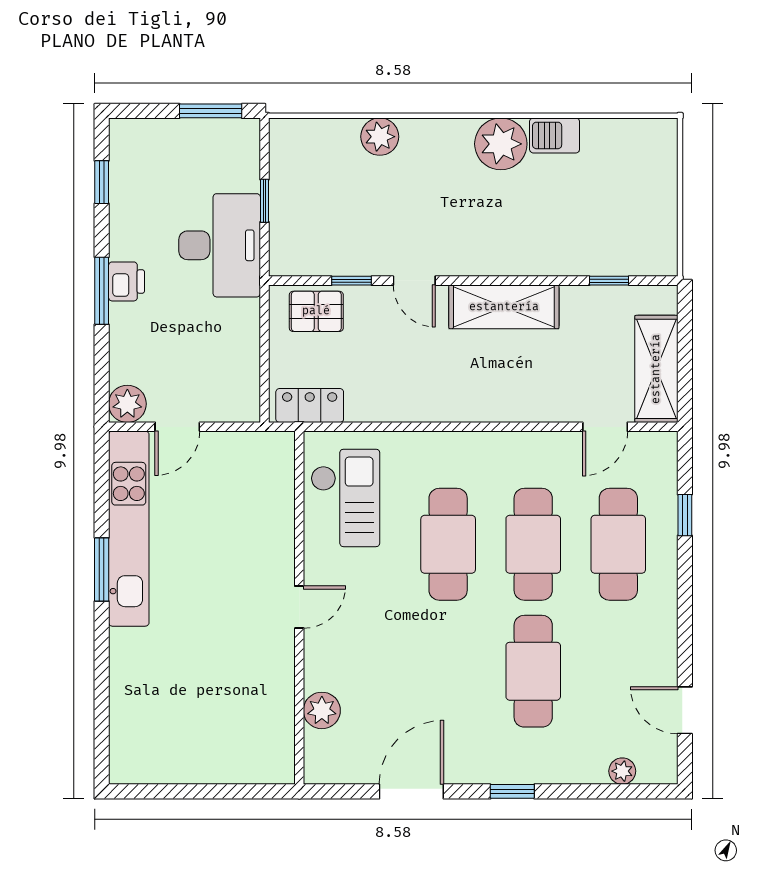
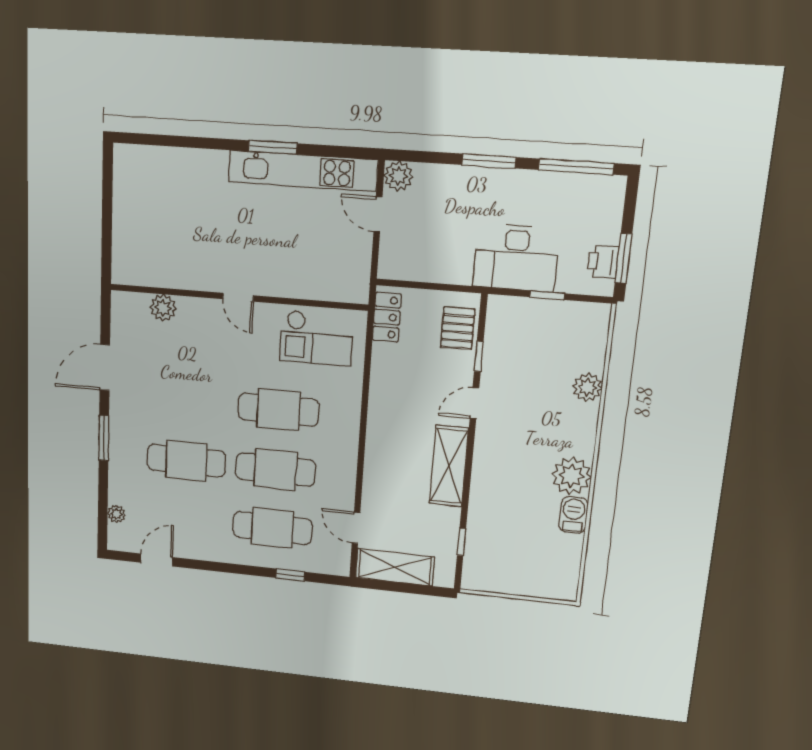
window: (102, 182) -> (576, 167), width x2.17
printer: (126, 281) -> (603, 262), moved, turned 90
door: (411, 791) -> (105, 367), swing flipped
window: (512, 791) -> (104, 438), width x1.50

